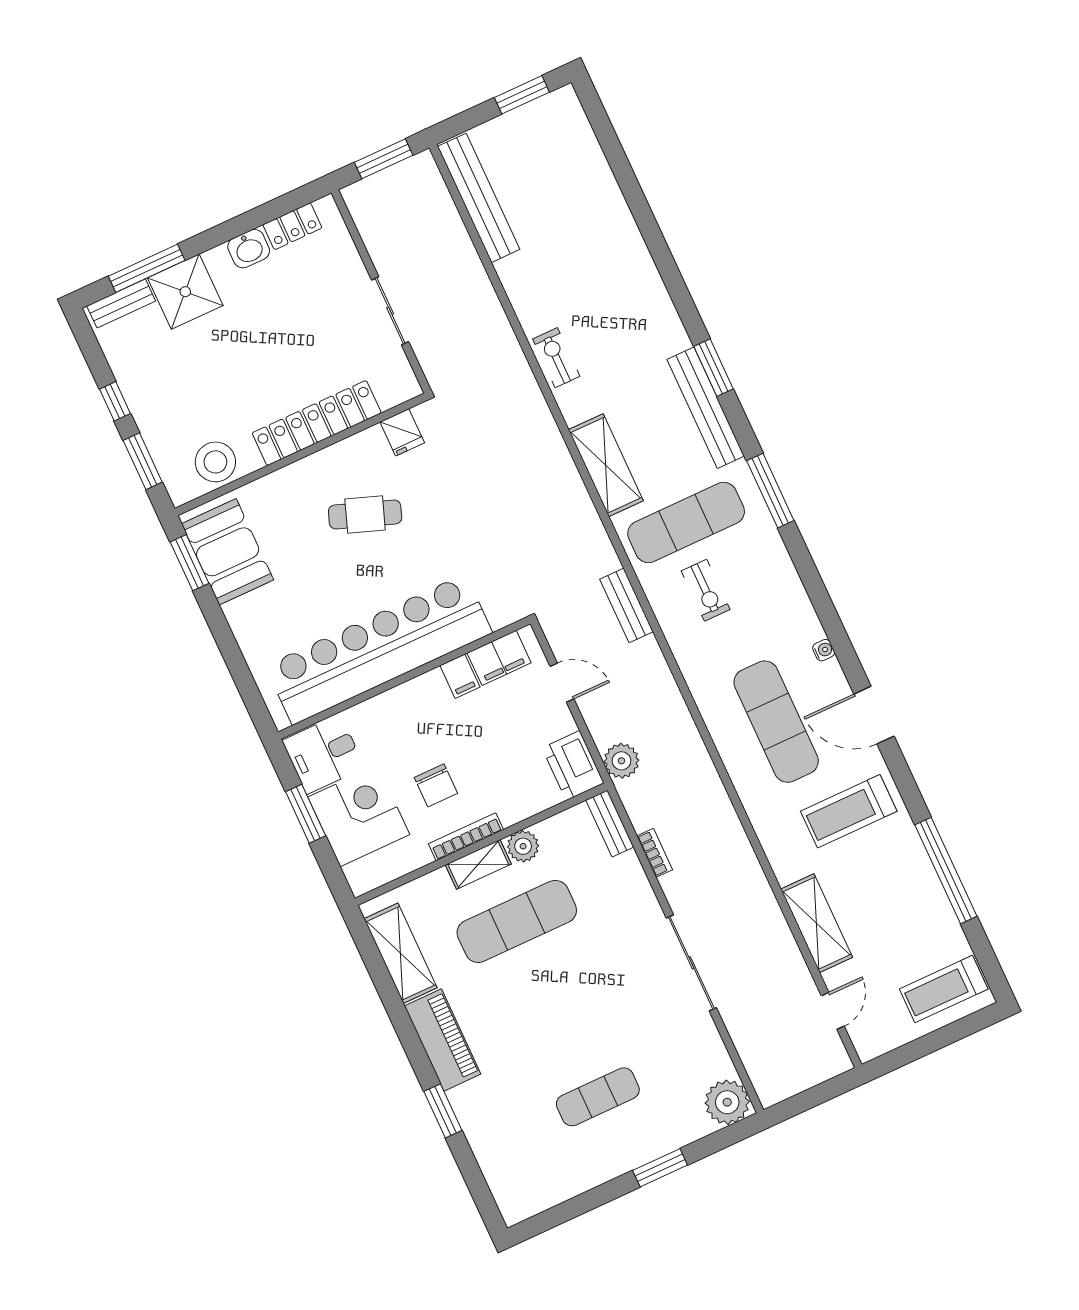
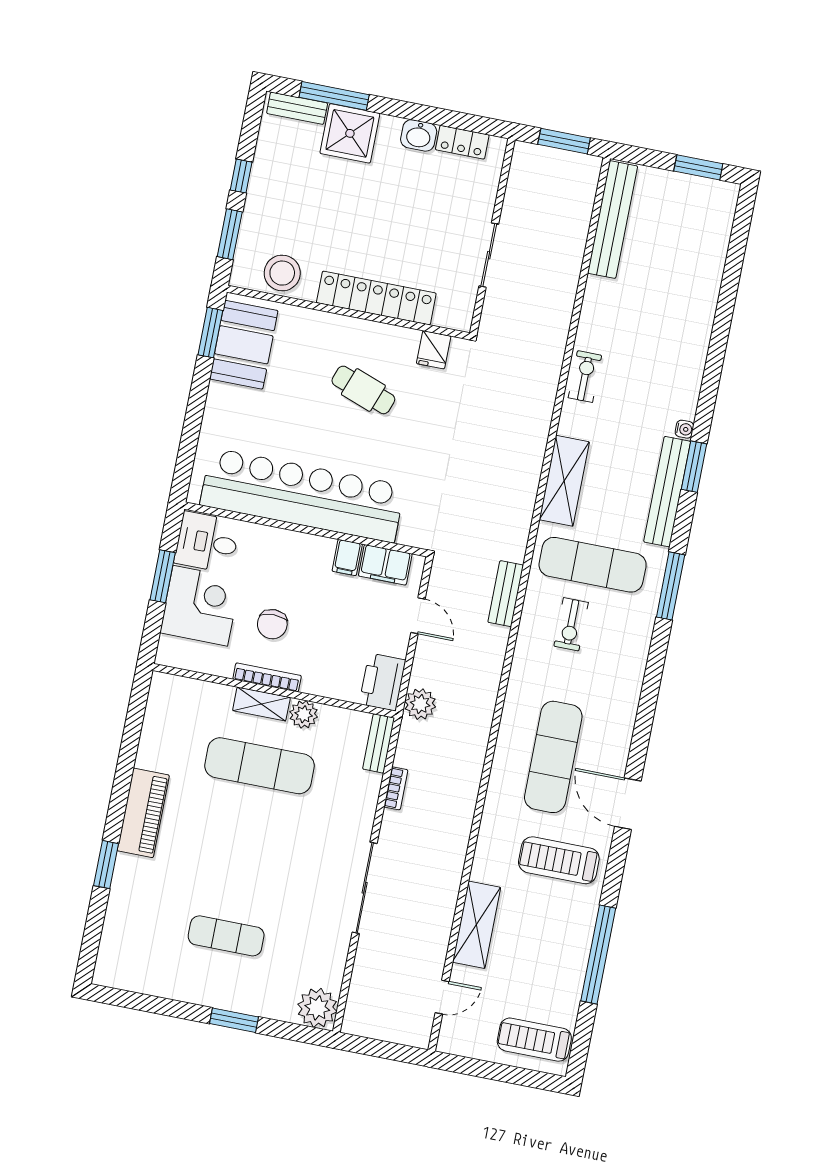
water cooler: (824, 650) -> (684, 429), moved
shelving: (401, 953) -> (158, 728), removed

